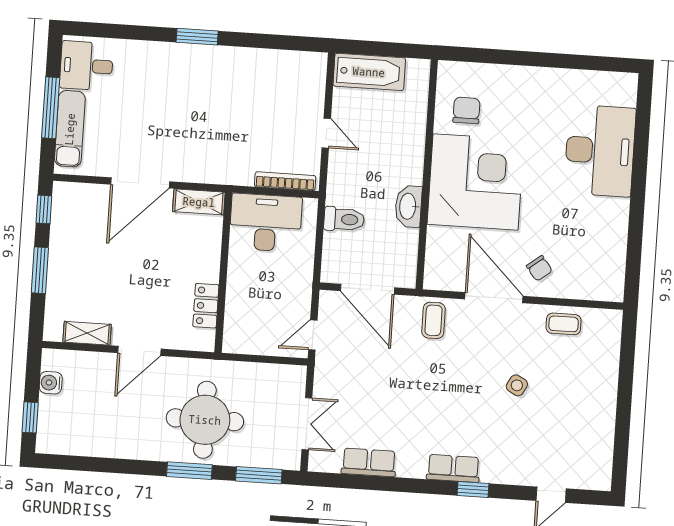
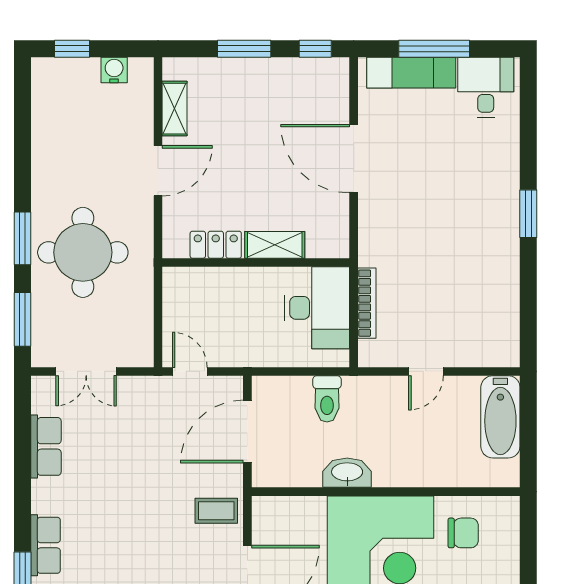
bookcase: (285, 181) -> (367, 303), moved
shelving: (199, 202) -> (275, 245), moved, turned 90
door: (139, 351) -> (158, 171), swing flipped

